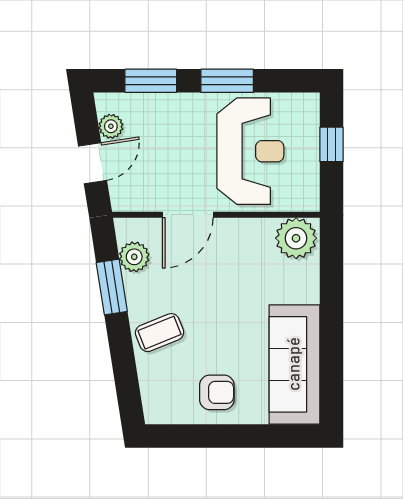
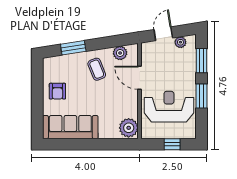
reception desk: (250, 151) -> (169, 107), turned 180
door: (93, 163) -> (163, 34), swing flipped
window: (112, 287) -> (73, 48), moved
coffee table: (160, 333) -> (97, 69), moved

